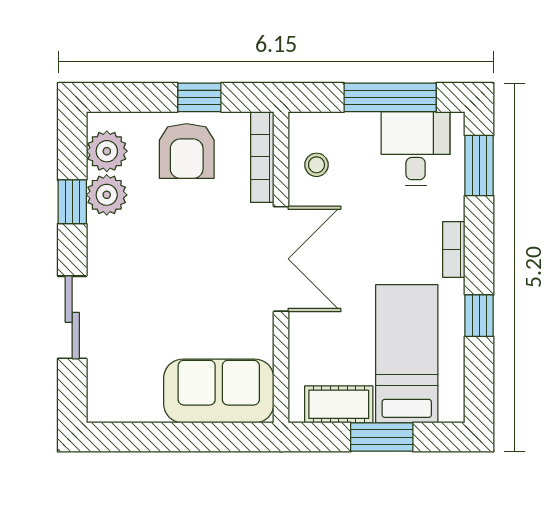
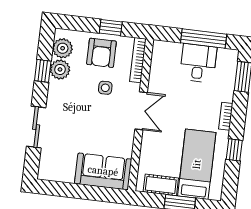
desk: (416, 149) -> (198, 63), moved
stool: (316, 165) -> (164, 67), removed
side table: (203, 221) -> (105, 88), added
double door: (281, 259) -> (141, 111), width x0.73

